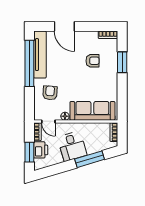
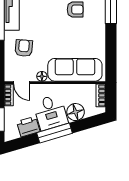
floor lamp: (93, 146) -> (76, 112), added
printer: (41, 150) -> (28, 127), moved, turned -106
window: (90, 159) -> (55, 133), moved

